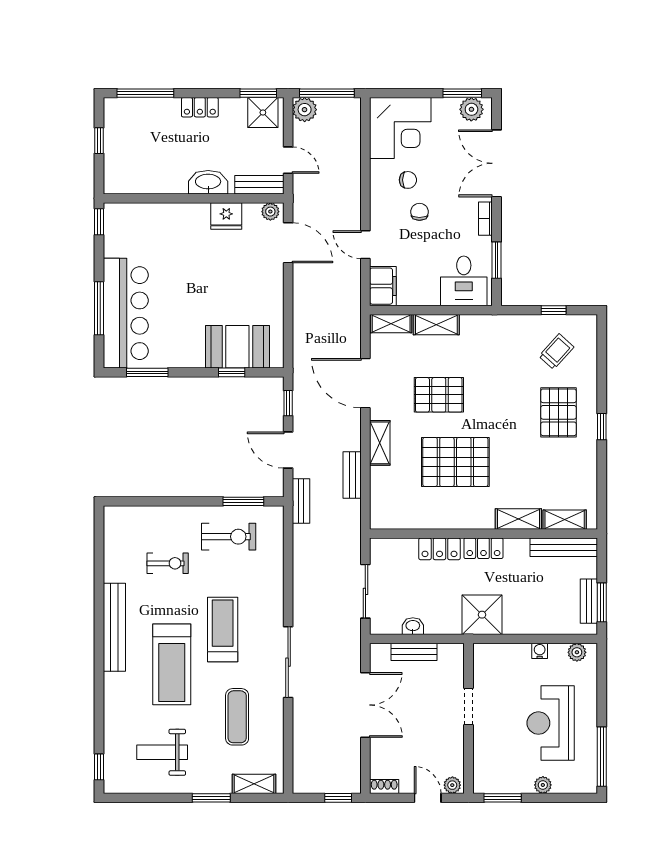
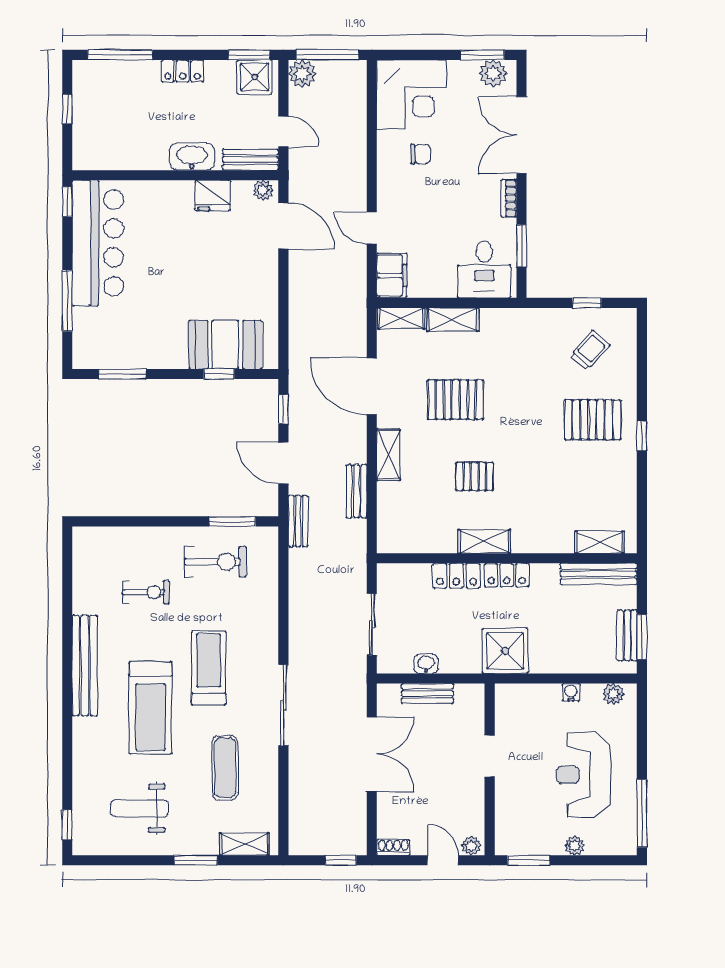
chair: (419, 212) -> (434, 190), removed
bar counter: (126, 313) -> (98, 243), moved
pallet: (559, 412) -> (592, 420), turned 90
pallet: (455, 462) -> (475, 476), width x0.49, depth x0.50
shelving: (518, 519) -> (484, 542), moved

